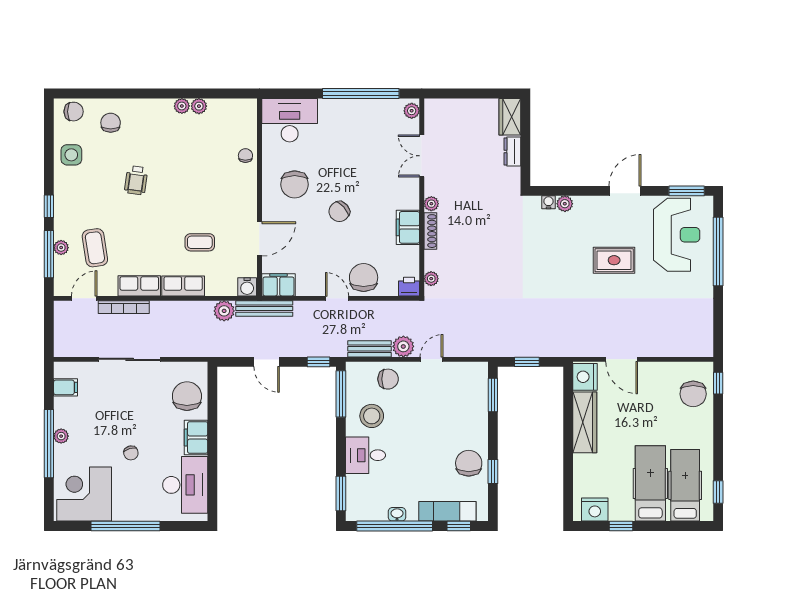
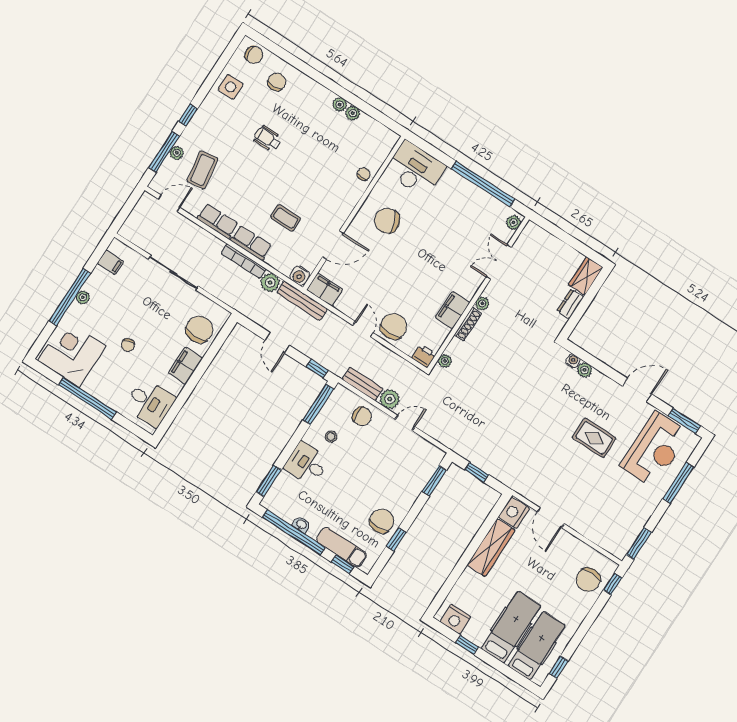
wheelchair: (136, 180) -> (268, 139), turned 82
chair: (295, 184) -> (387, 221), turned 72
chair: (339, 212) -> (408, 264), removed
window: (718, 251) -> (678, 483), width x0.68
bookcase: (124, 307) -> (243, 261), moved
window: (718, 330) -> (639, 543), added
stool: (372, 416) -> (331, 437), width x0.53, depth x0.53
desk: (185, 485) -> (150, 402), width x0.73

